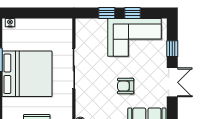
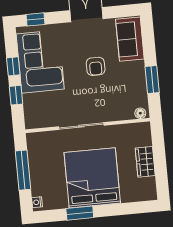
window: (40, 13) -> (23, 170), added
window: (172, 49) -> (36, 19), moved

